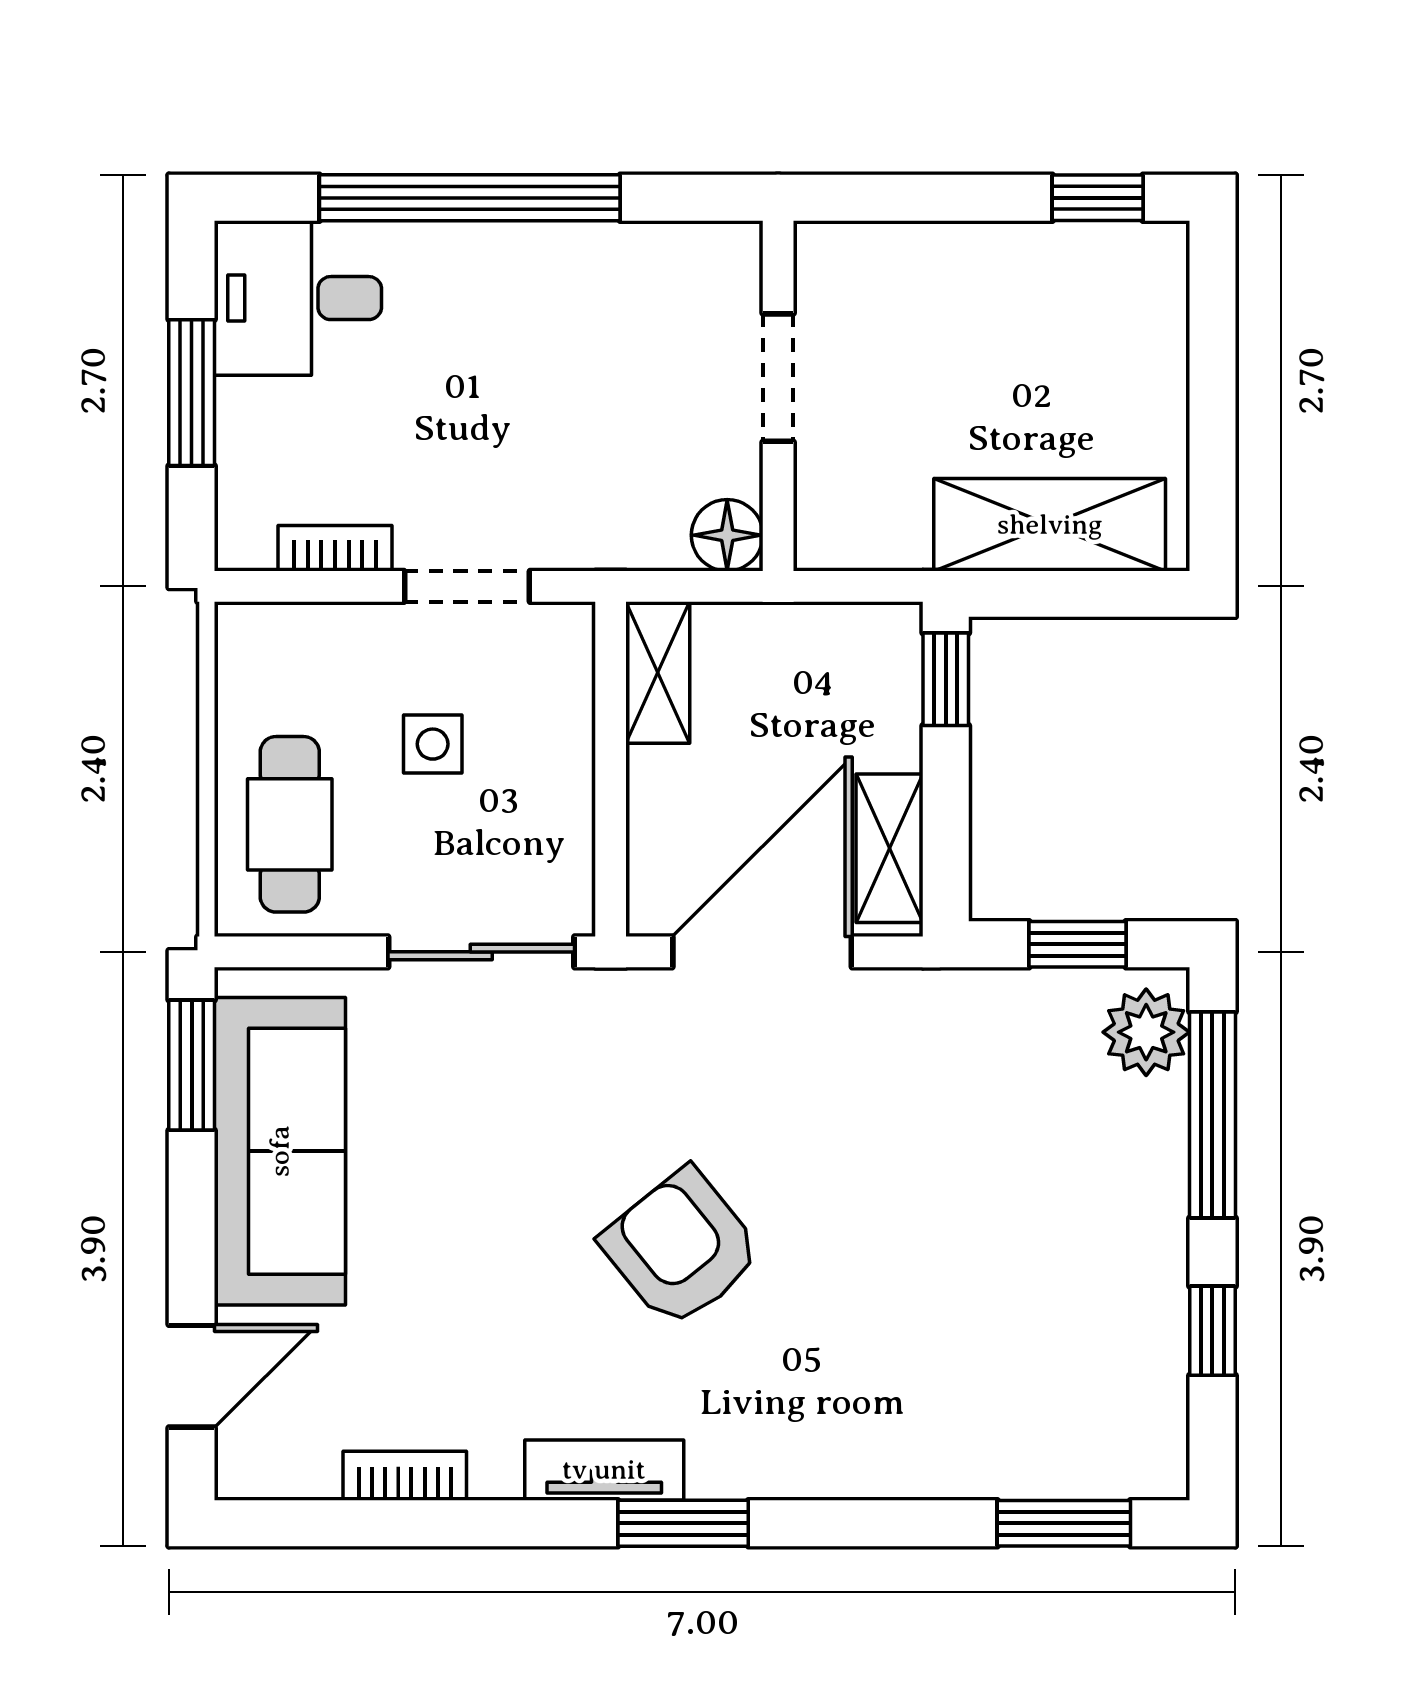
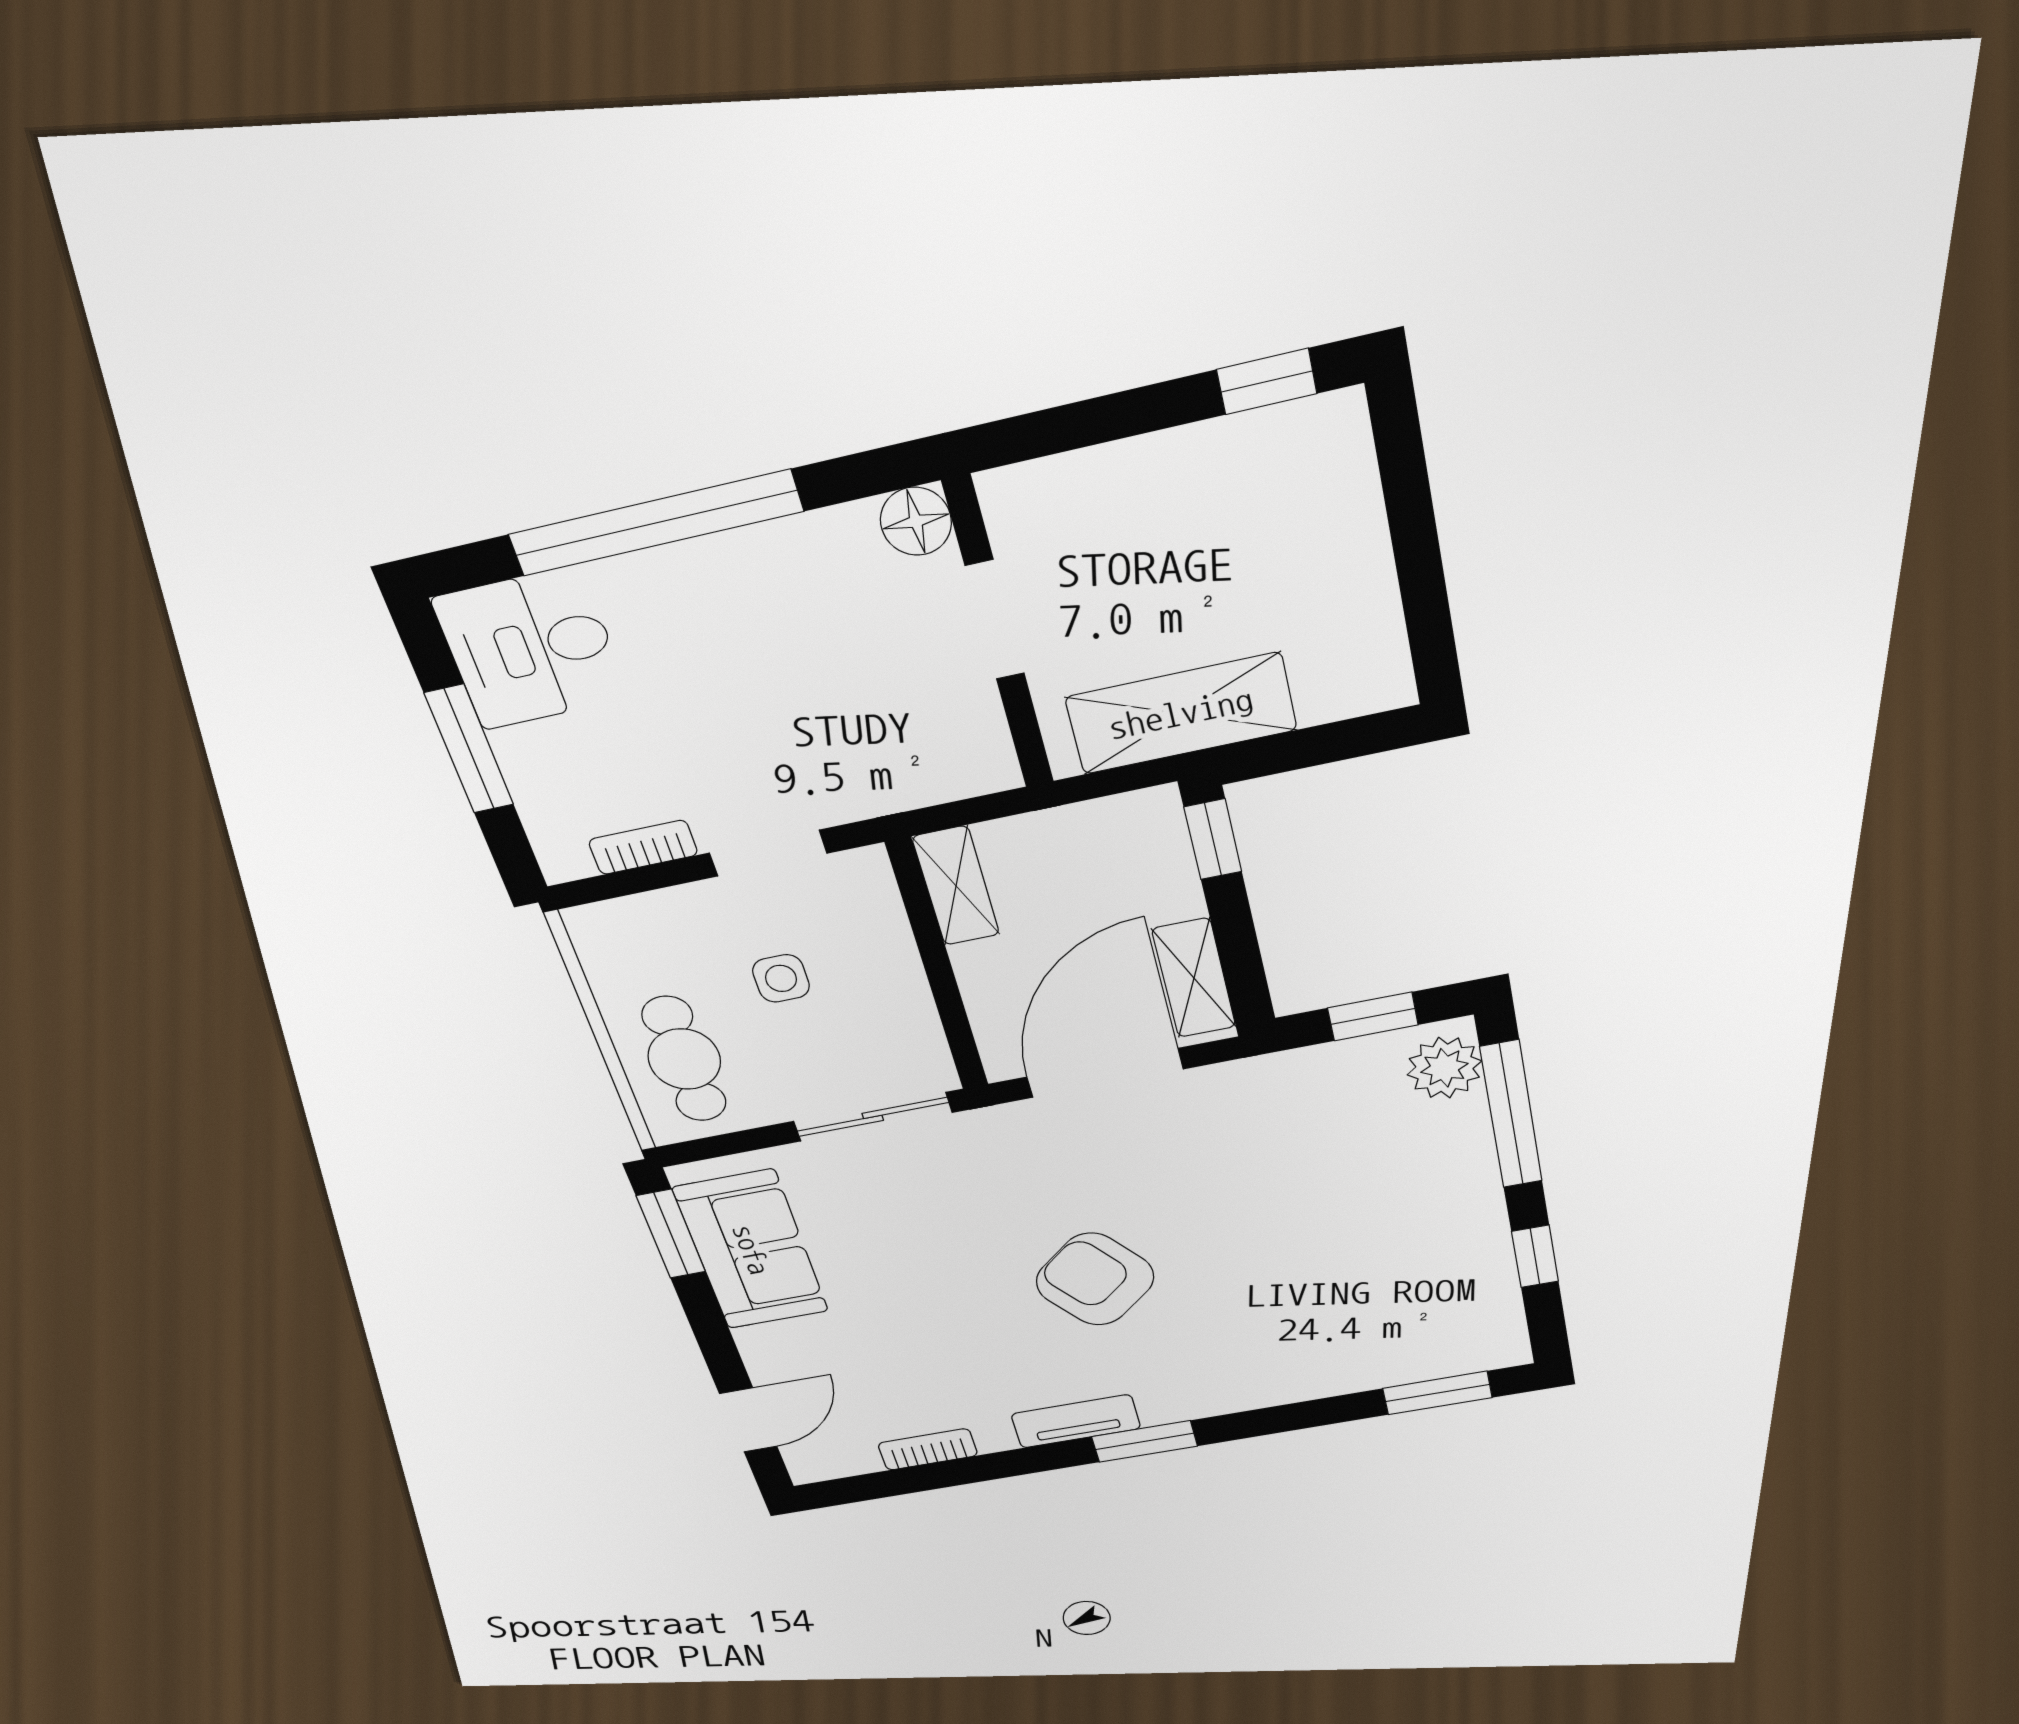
shelving: (1050, 525) -> (1181, 714), moved
floor lamp: (727, 535) -> (916, 521), moved
sofa: (280, 1151) -> (751, 1250), width x0.73

